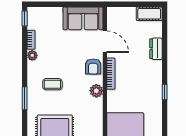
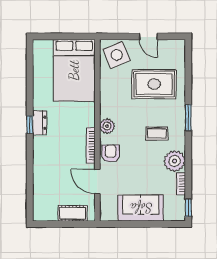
cot: (149, 14) -> (73, 213), moved
sofa: (83, 18) -> (141, 208), moved
dresser: (156, 49) -> (39, 123), moved
plant: (32, 55) -> (175, 161), width x1.88, depth x1.88

